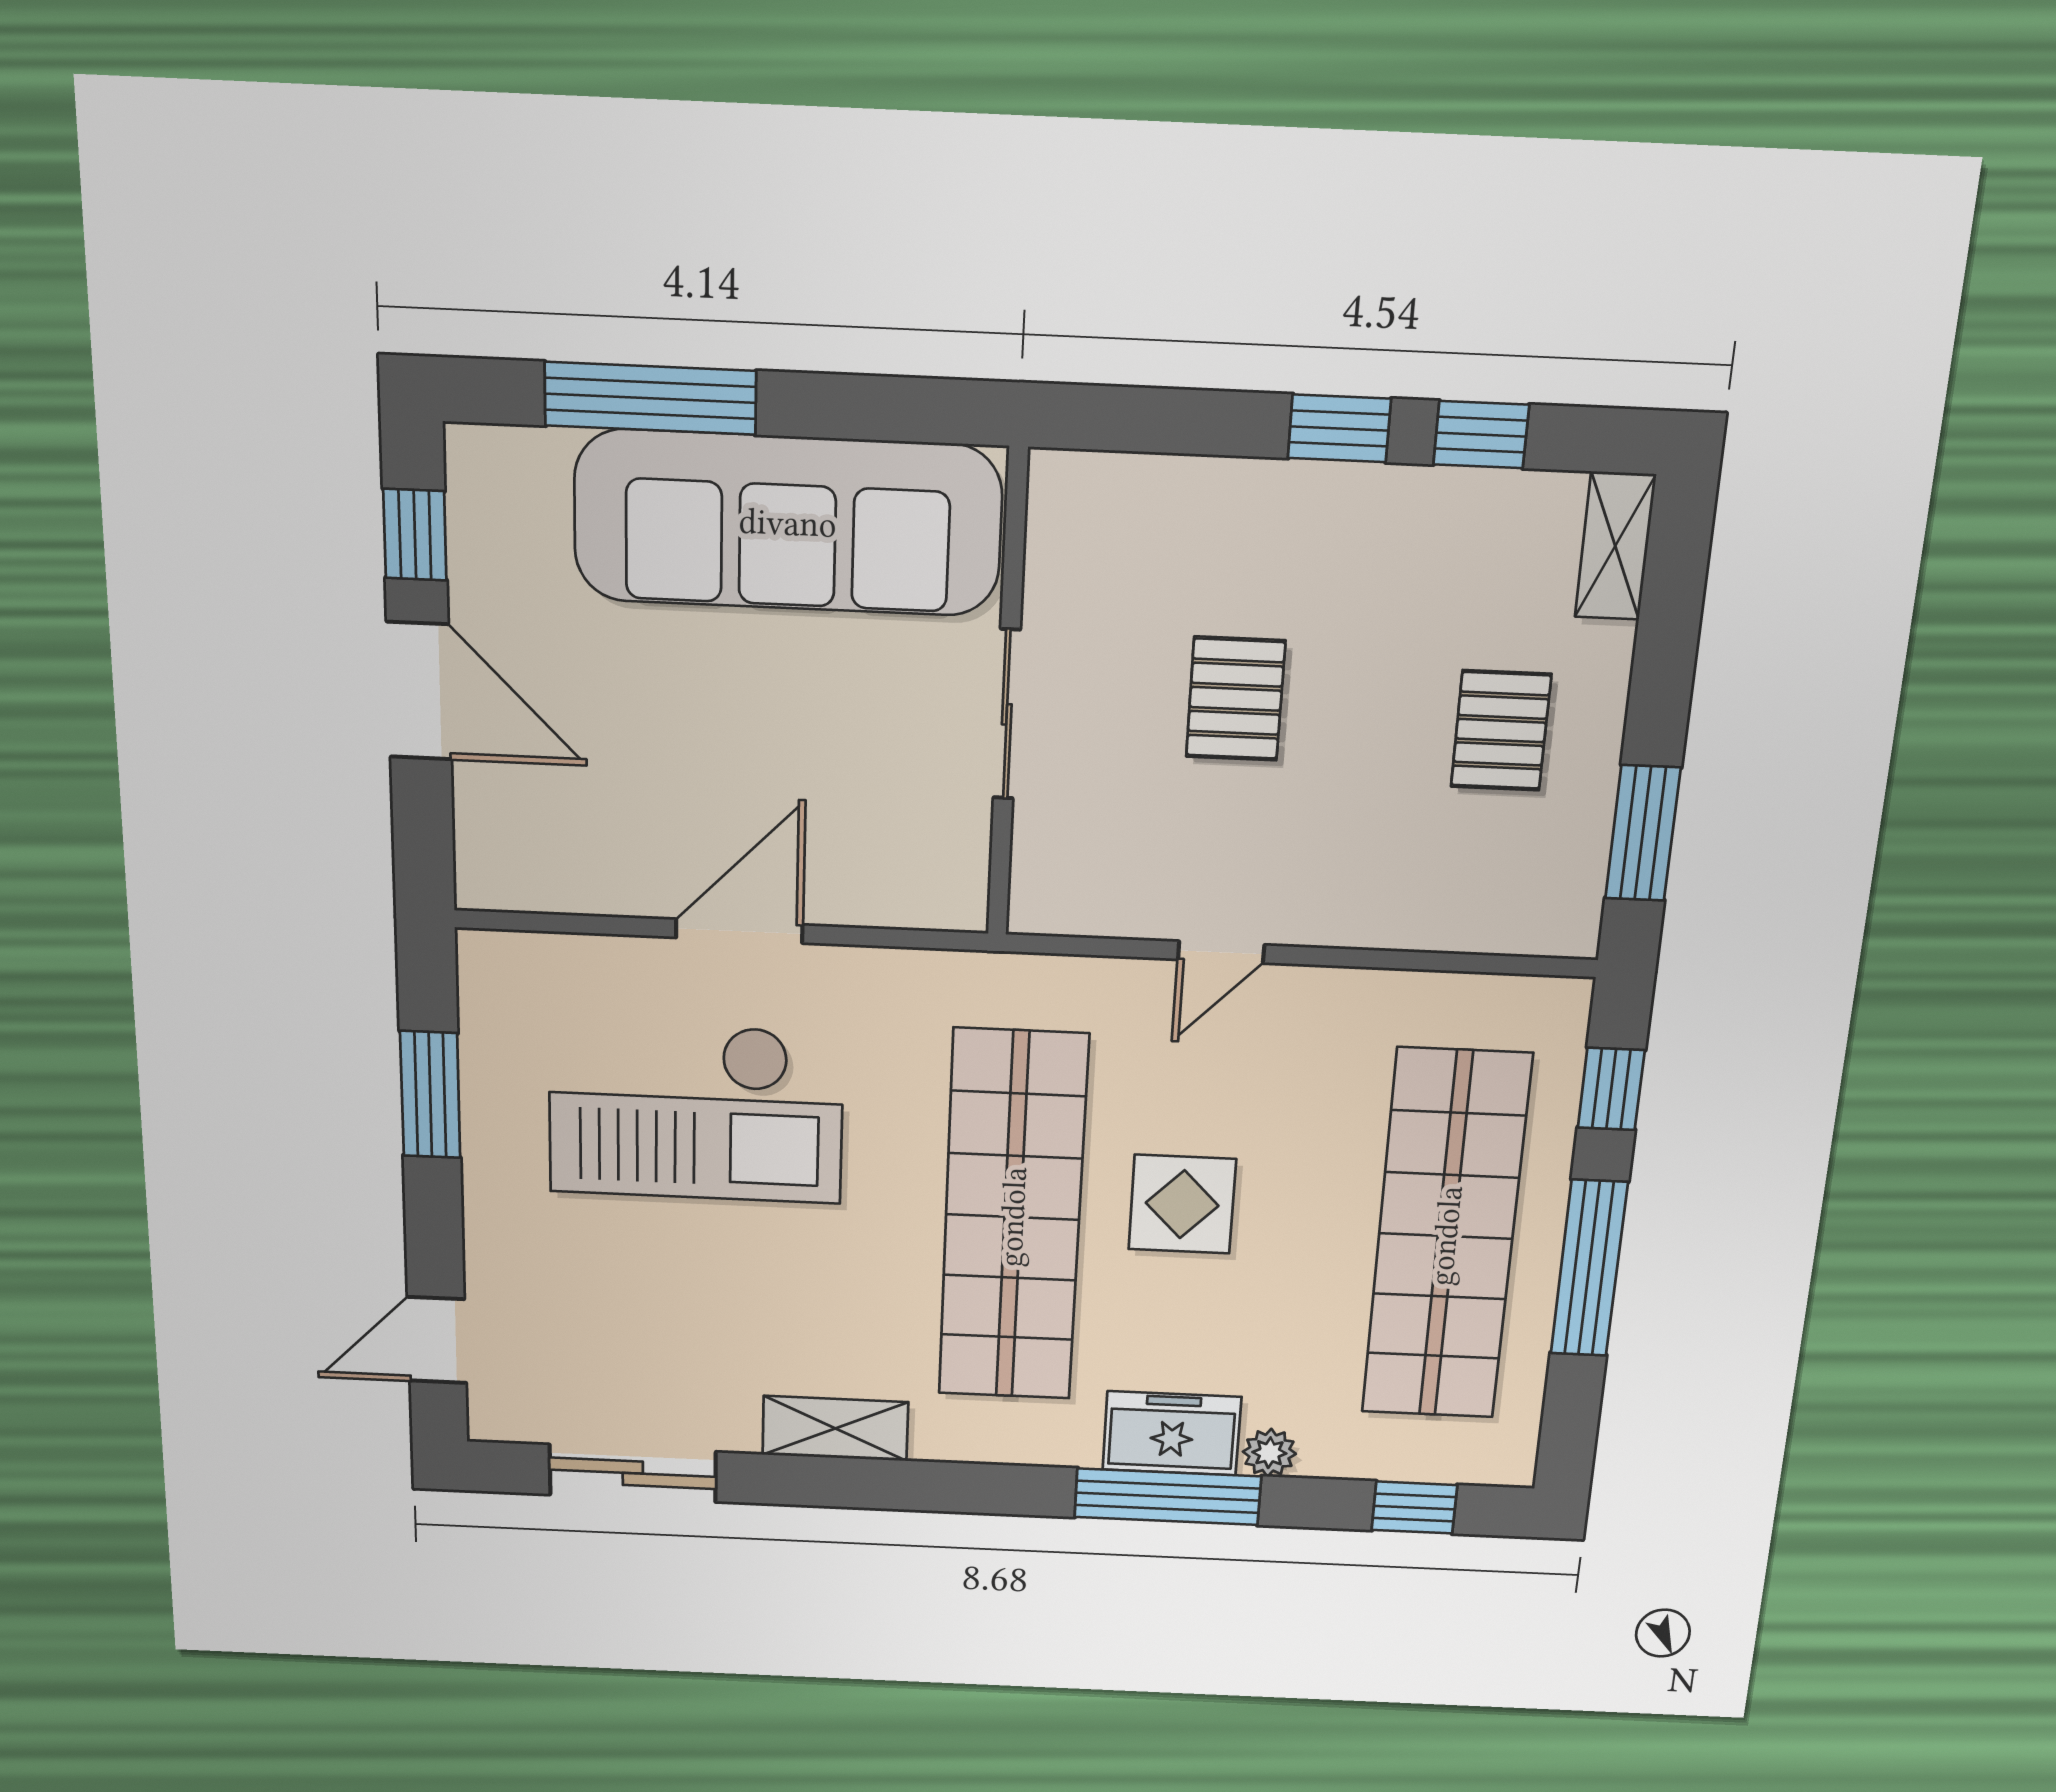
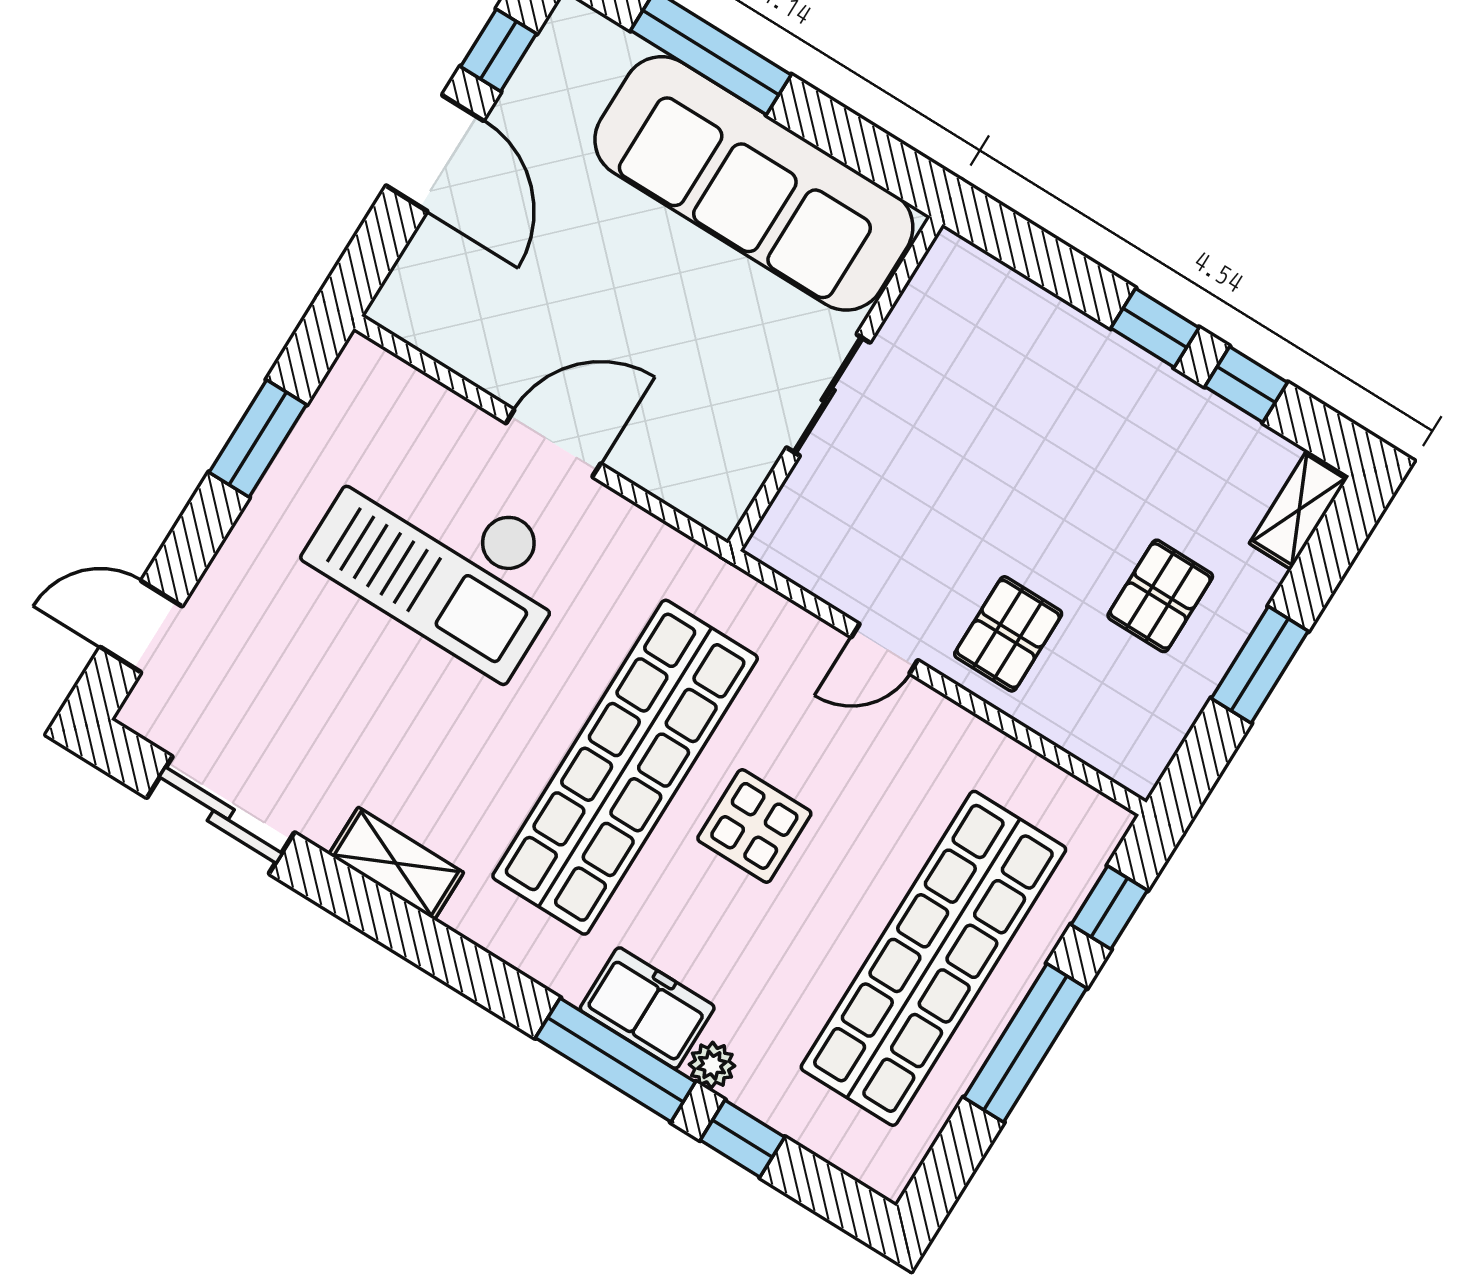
pallet: (1236, 699) -> (1008, 634), moved
window: (1643, 833) -> (1260, 665), moved
window: (1414, 1508) -> (742, 1139), moved

